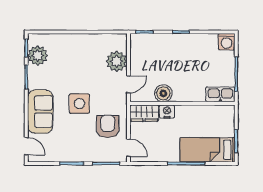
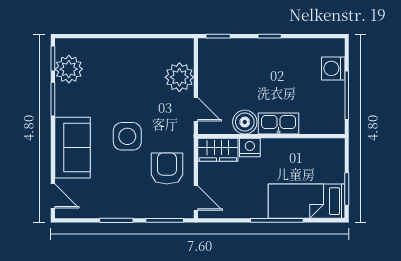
washing machine: (227, 42) -> (333, 68), moved, turned 90
door: (128, 84) -> (196, 109), hinge flipped
kitchen sink: (220, 94) -> (279, 123), moved

